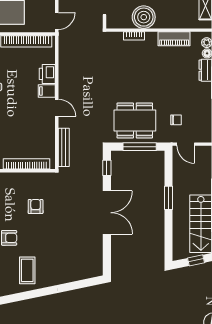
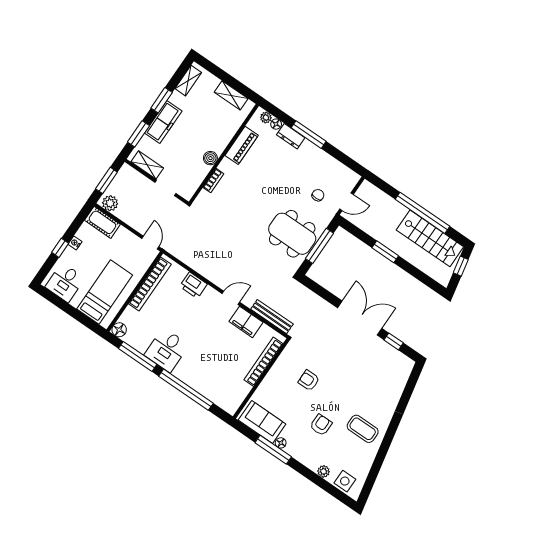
boiler: (144, 17) -> (210, 158), width x0.54, depth x0.54
filing cabinet: (47, 91) -> (246, 322), moved, width x2.00
dining table: (135, 120) -> (292, 234), turned 90
window: (107, 168) -> (394, 341), moved

